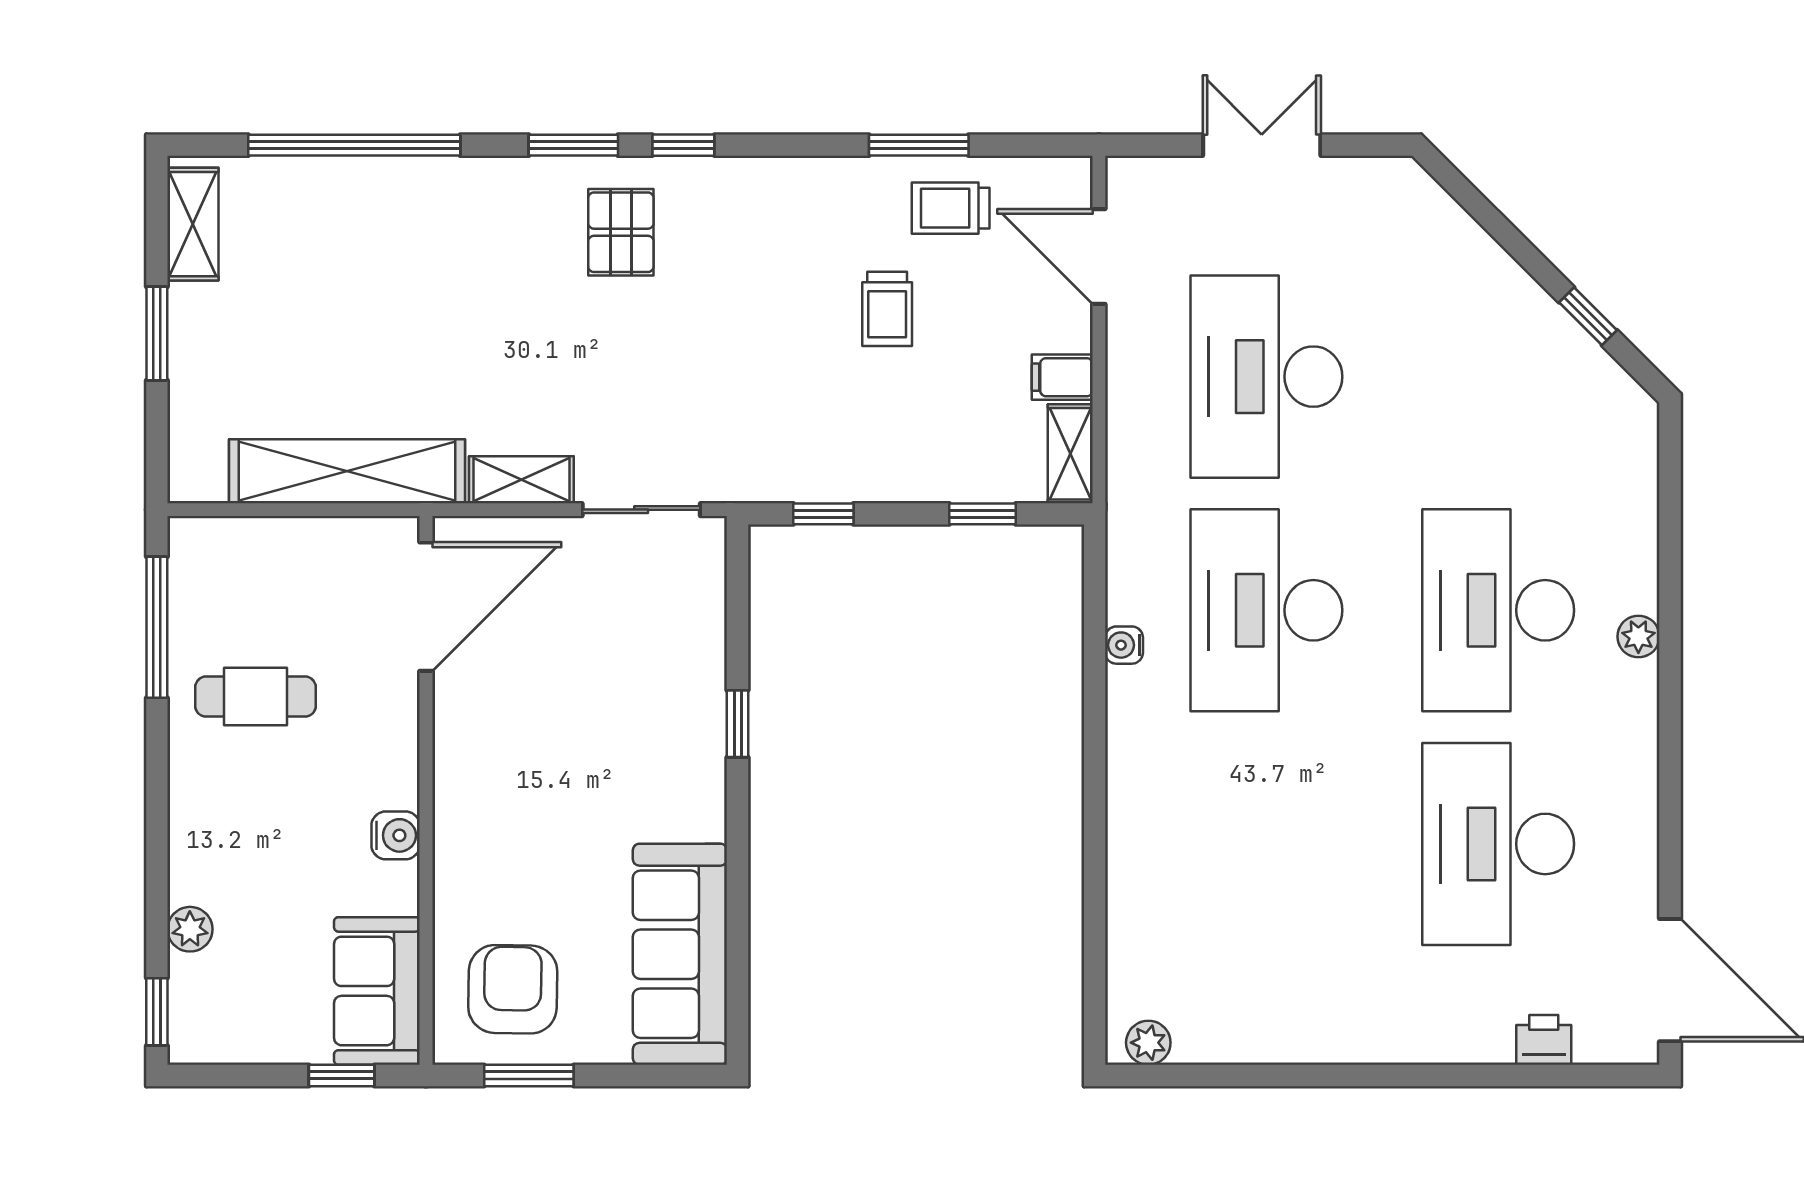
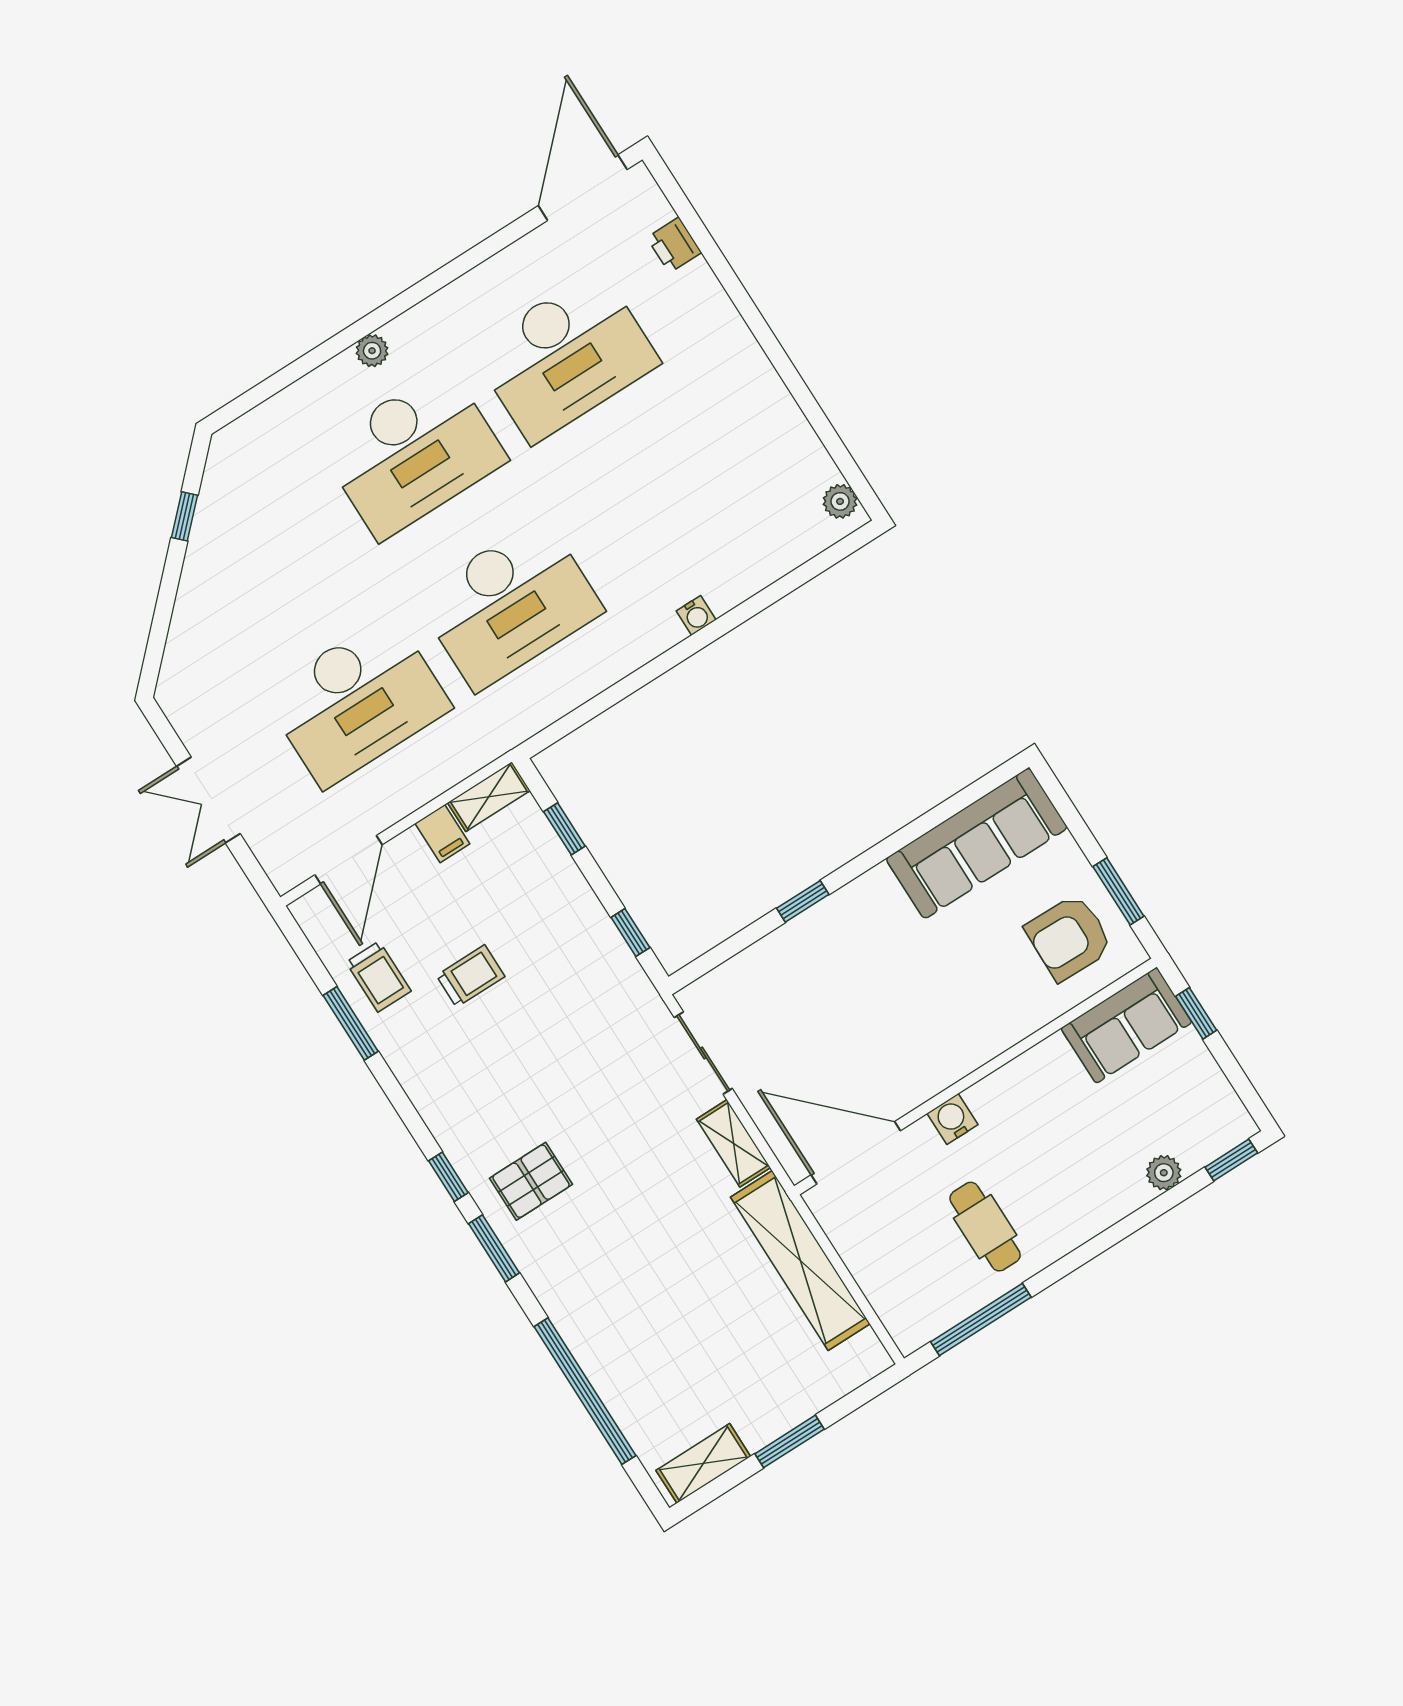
water cooler: (1124, 645) -> (696, 615), moved
water cooler: (396, 835) -> (952, 1119), moved

